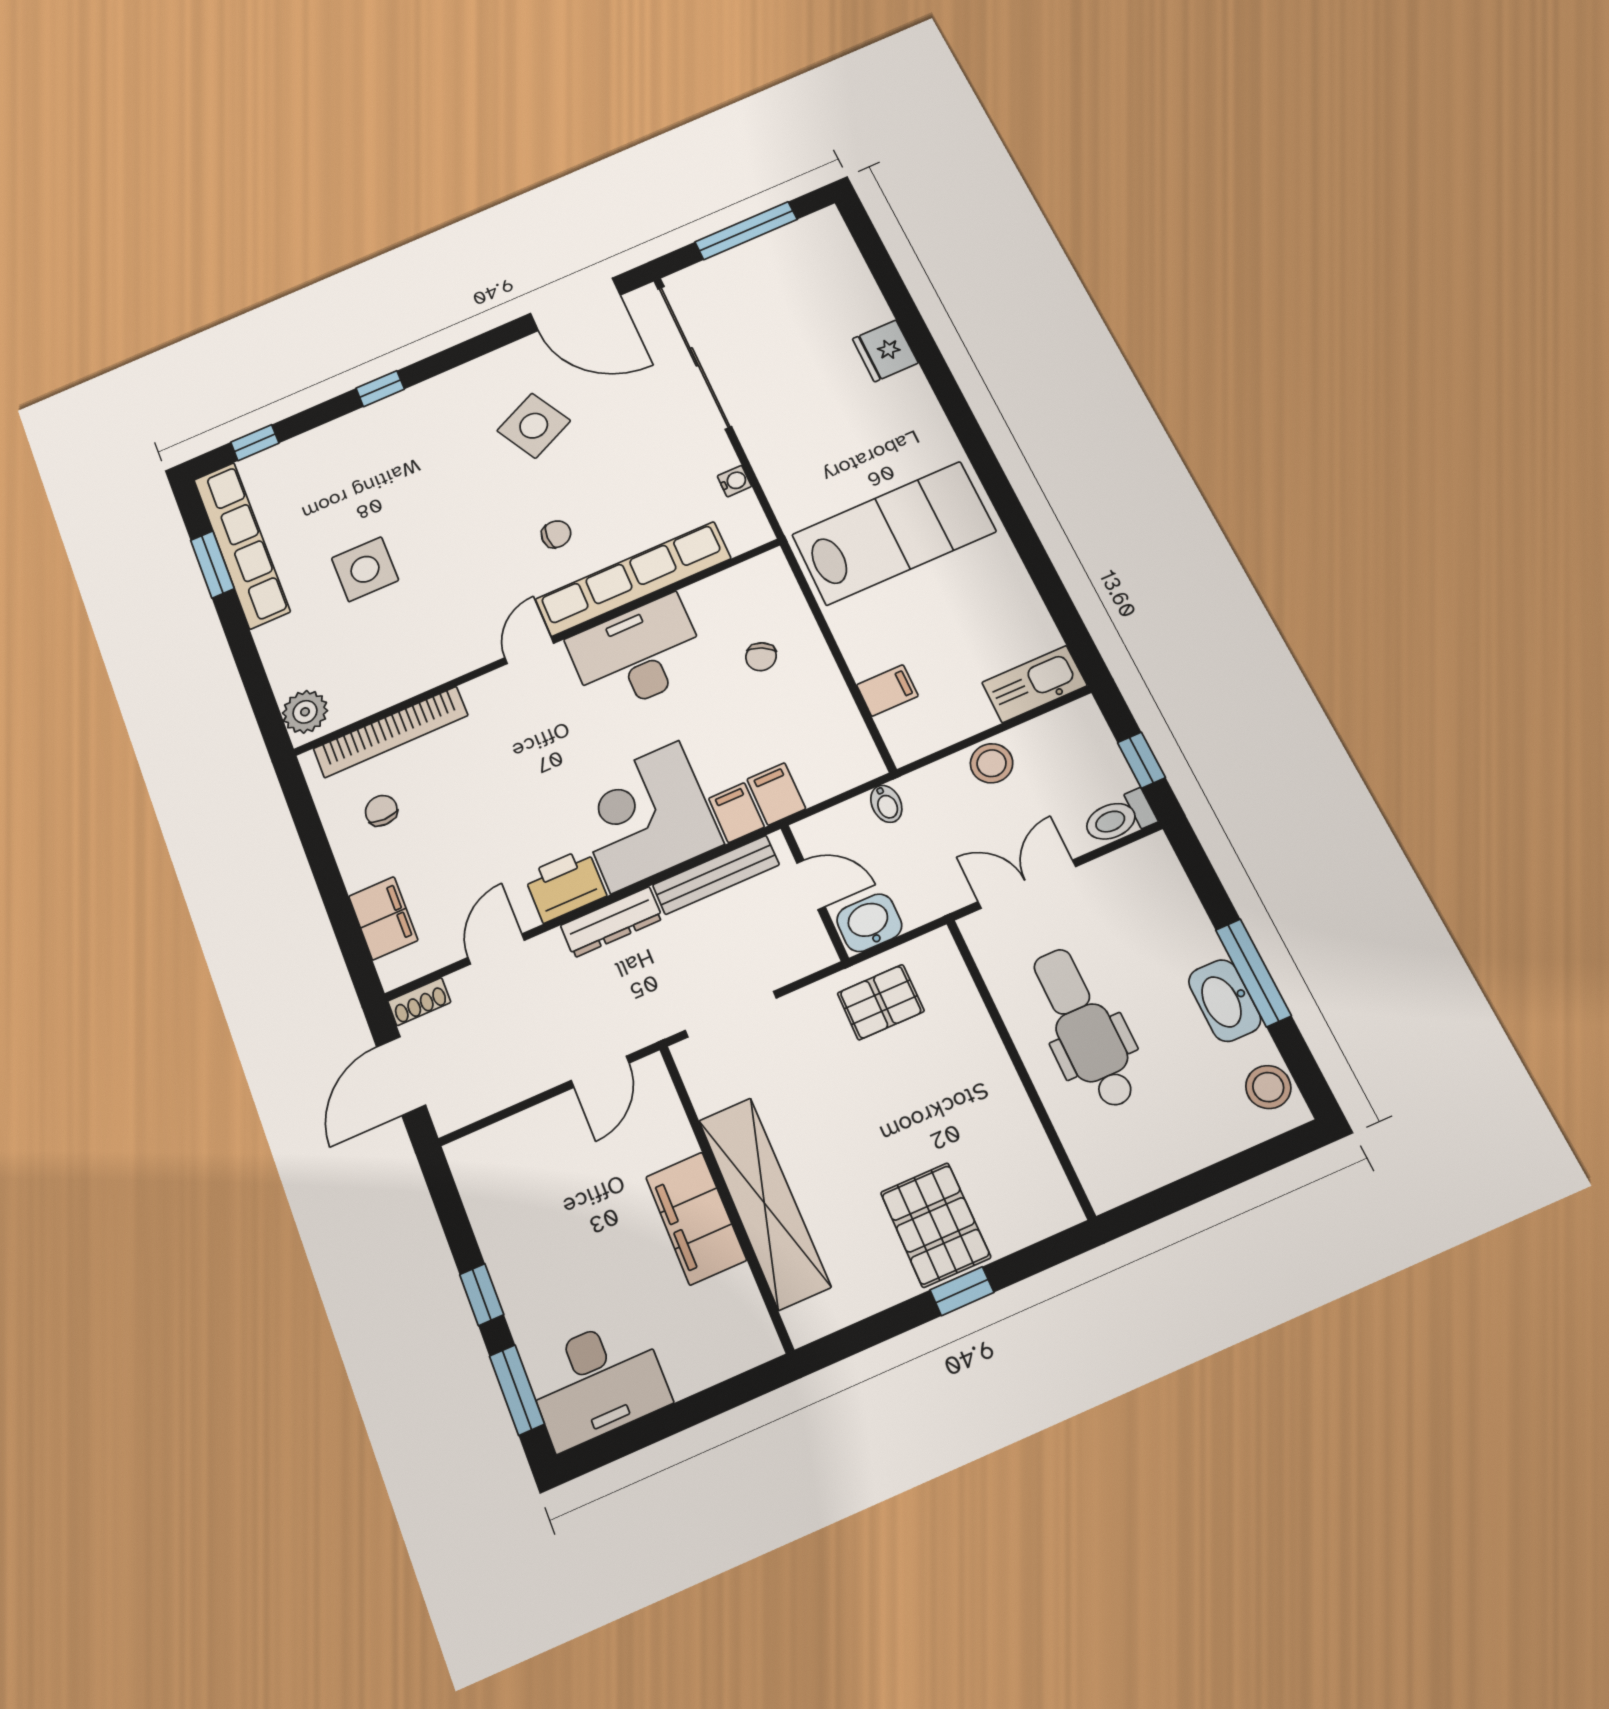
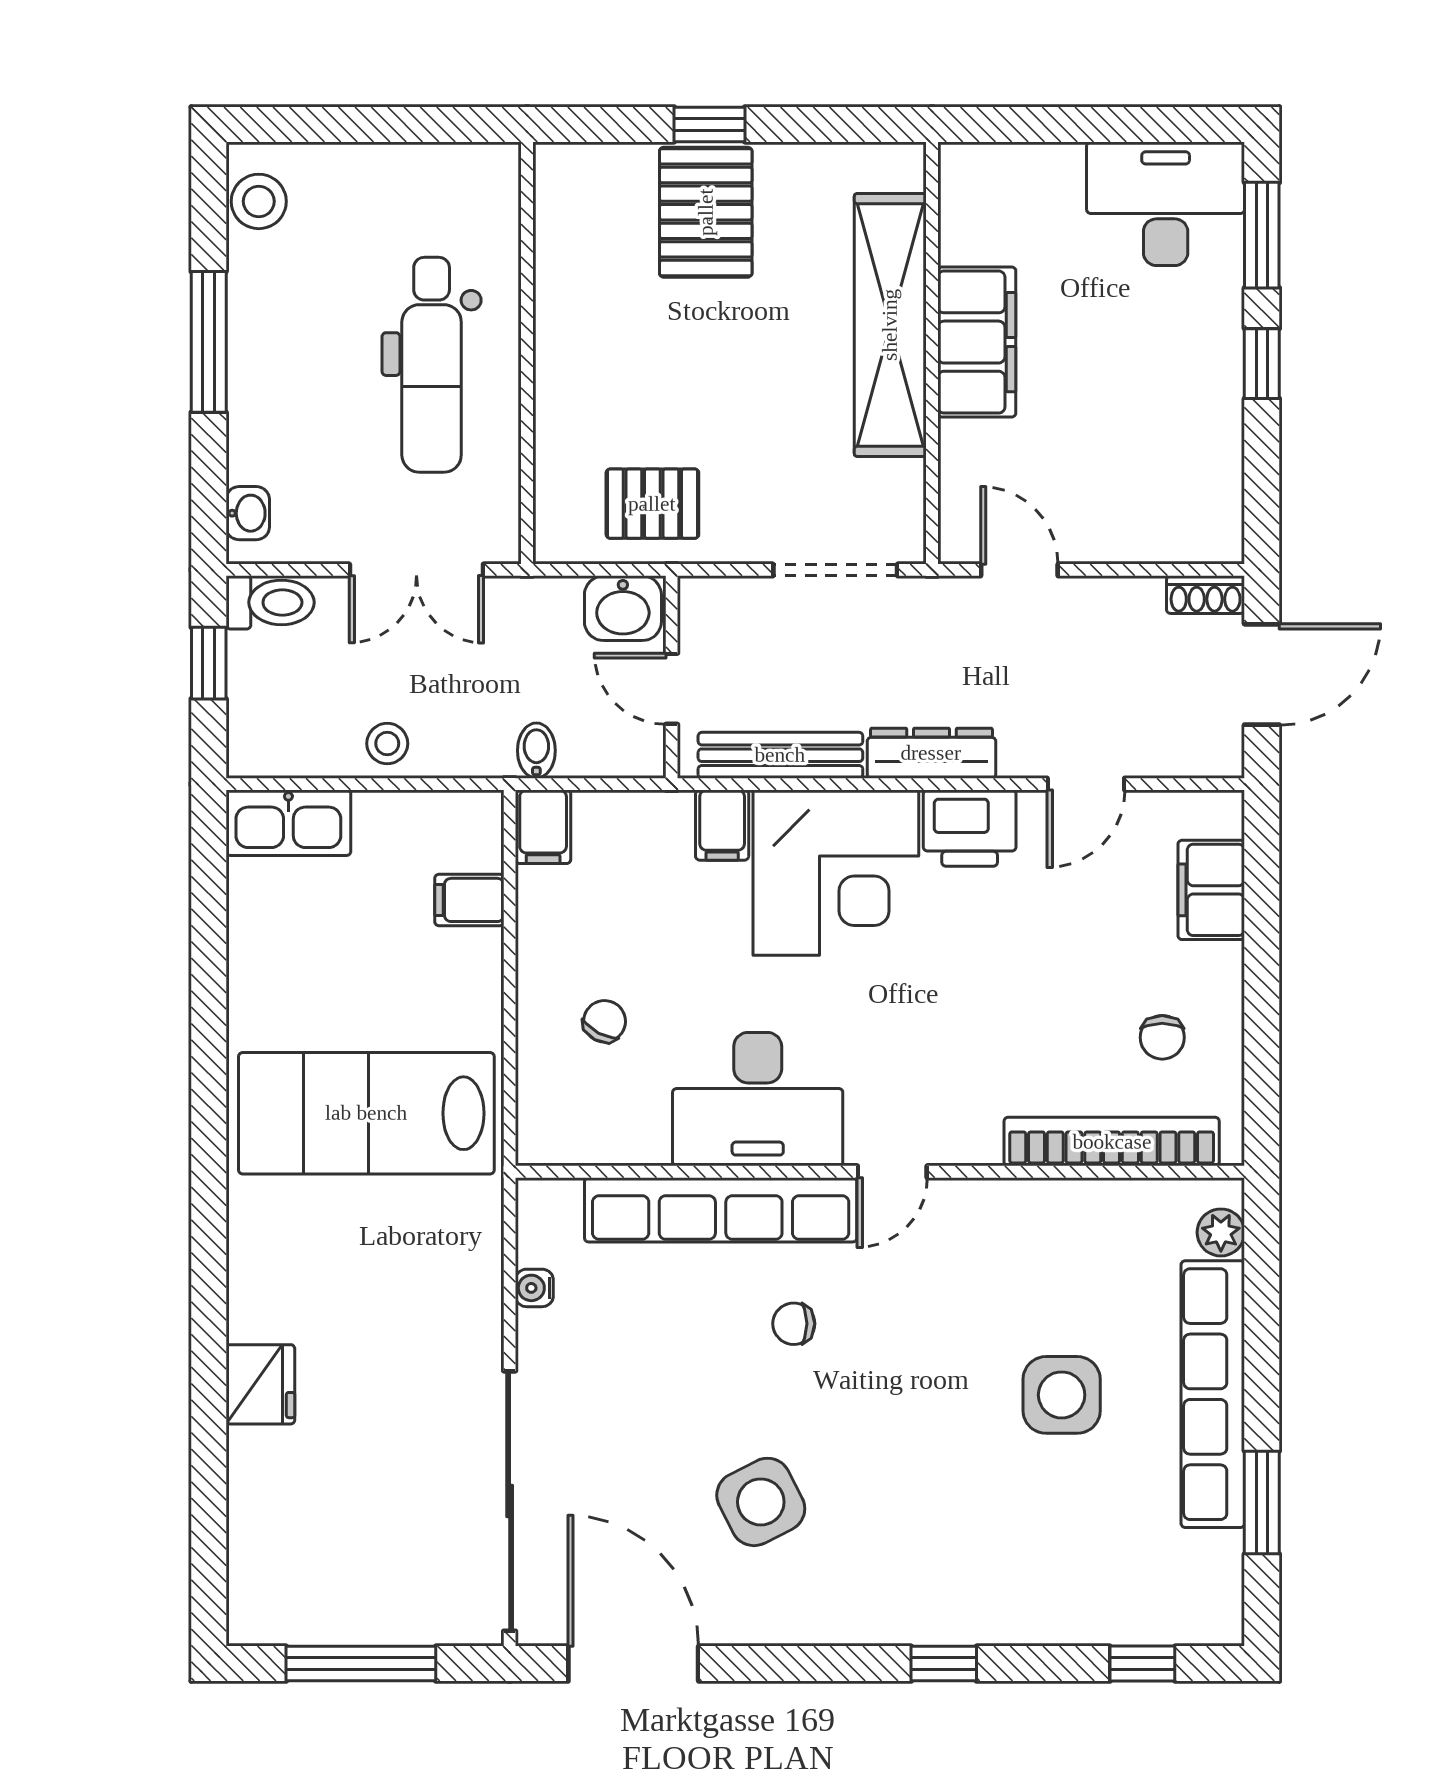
row of seats: (242, 545) -> (1213, 1394), moved
plant: (305, 712) -> (1221, 1232), width x0.73, depth x0.73
stool: (992, 763) -> (387, 743), width x0.73, depth x0.73
filing cabinet: (776, 794) -> (543, 827), moved
washbasin: (1225, 1000) -> (248, 513), moved, width x0.52, depth x0.69
shoe rack: (419, 1002) -> (1206, 595), moved, turned 180
door: (600, 1072) -> (1019, 570), hinge flipped

